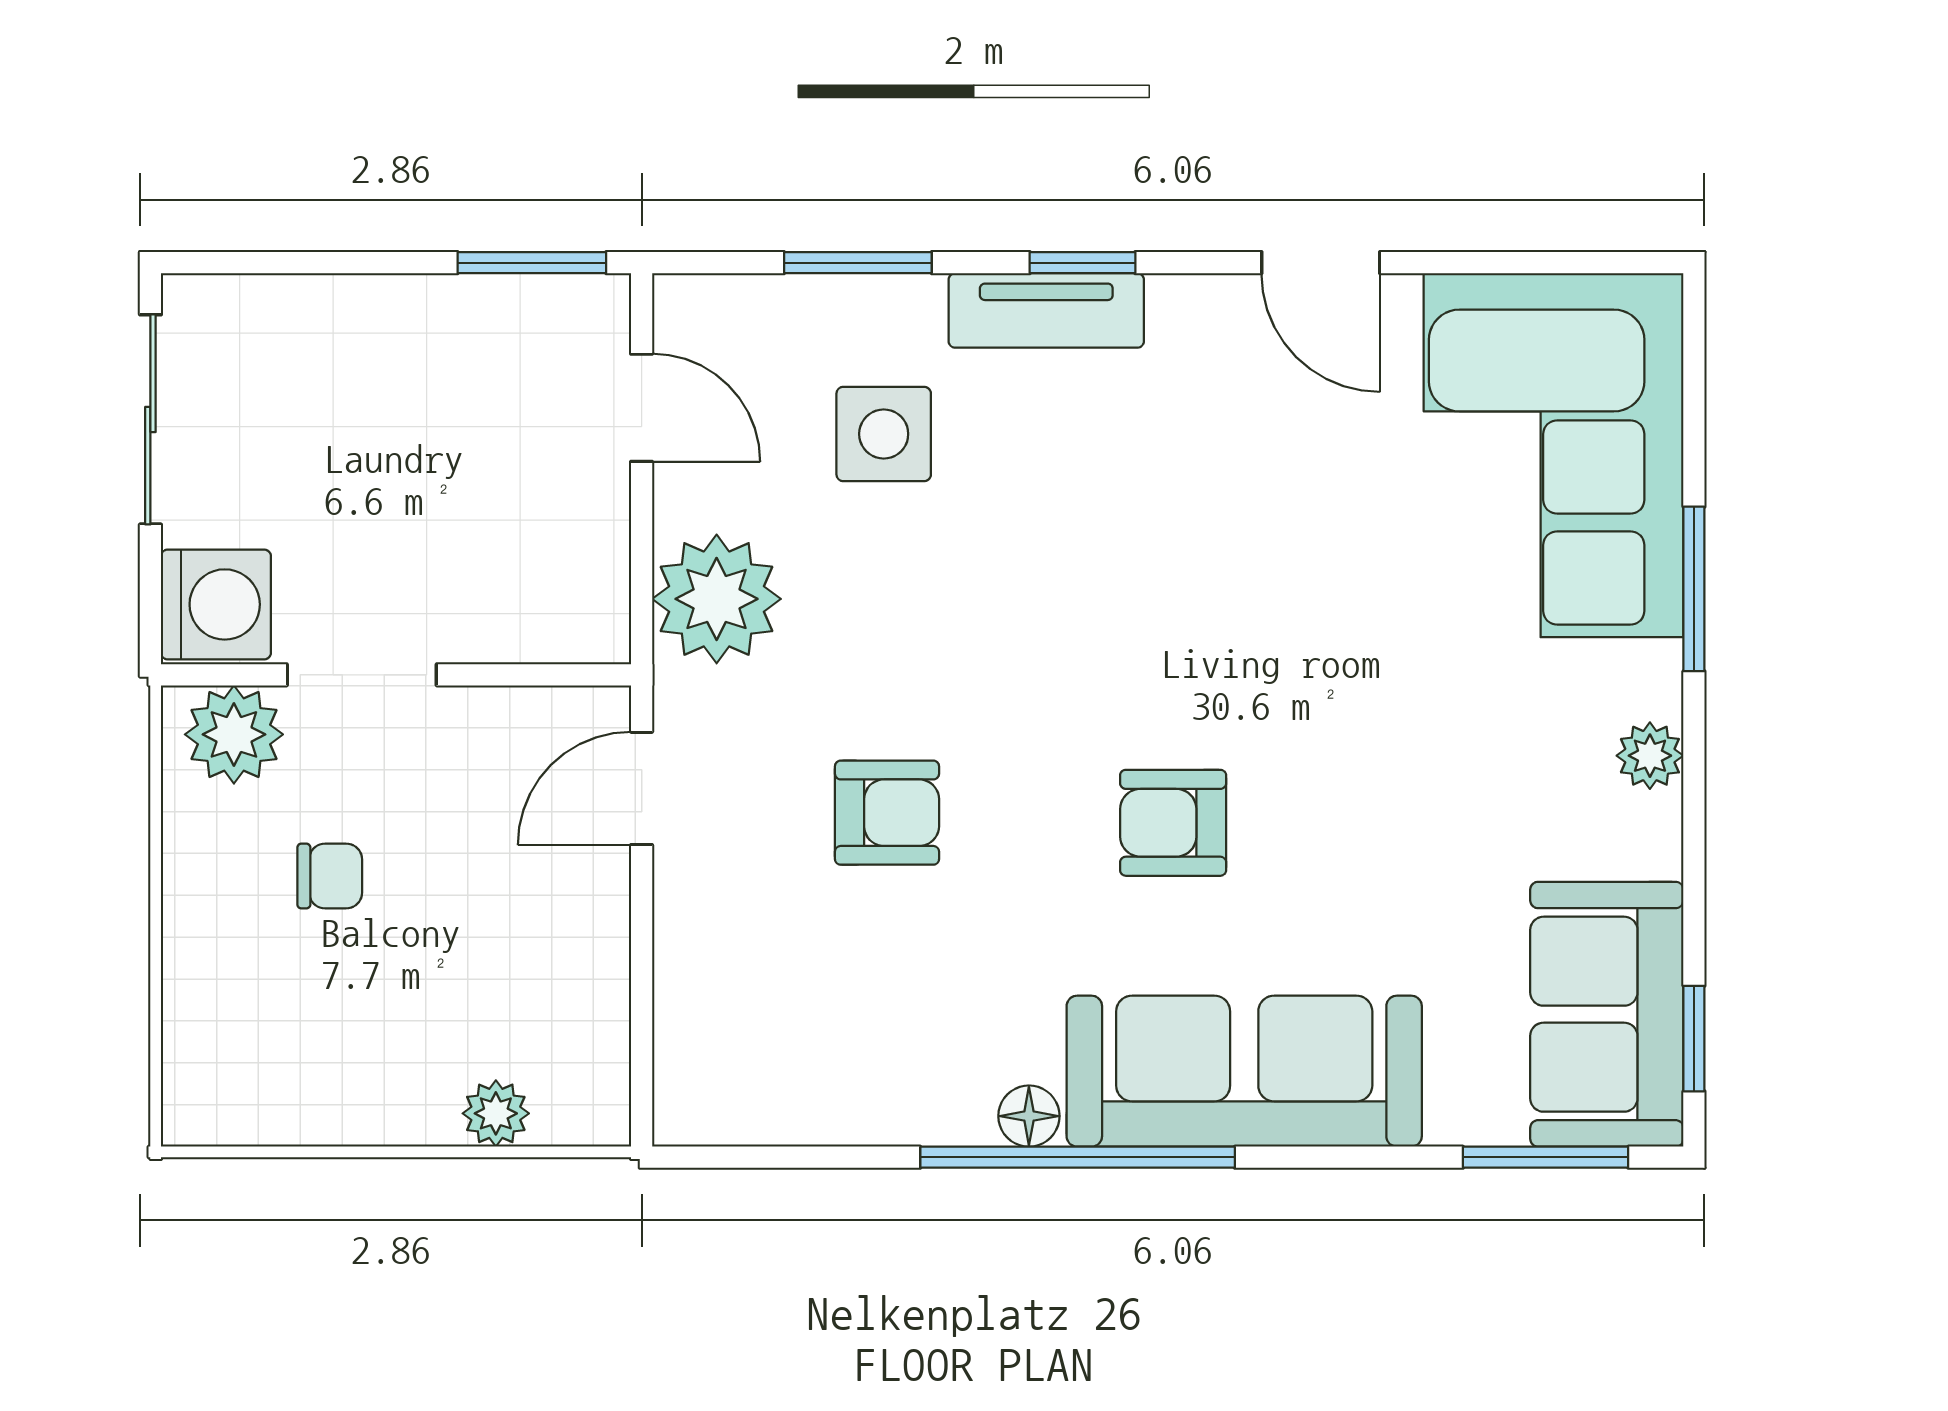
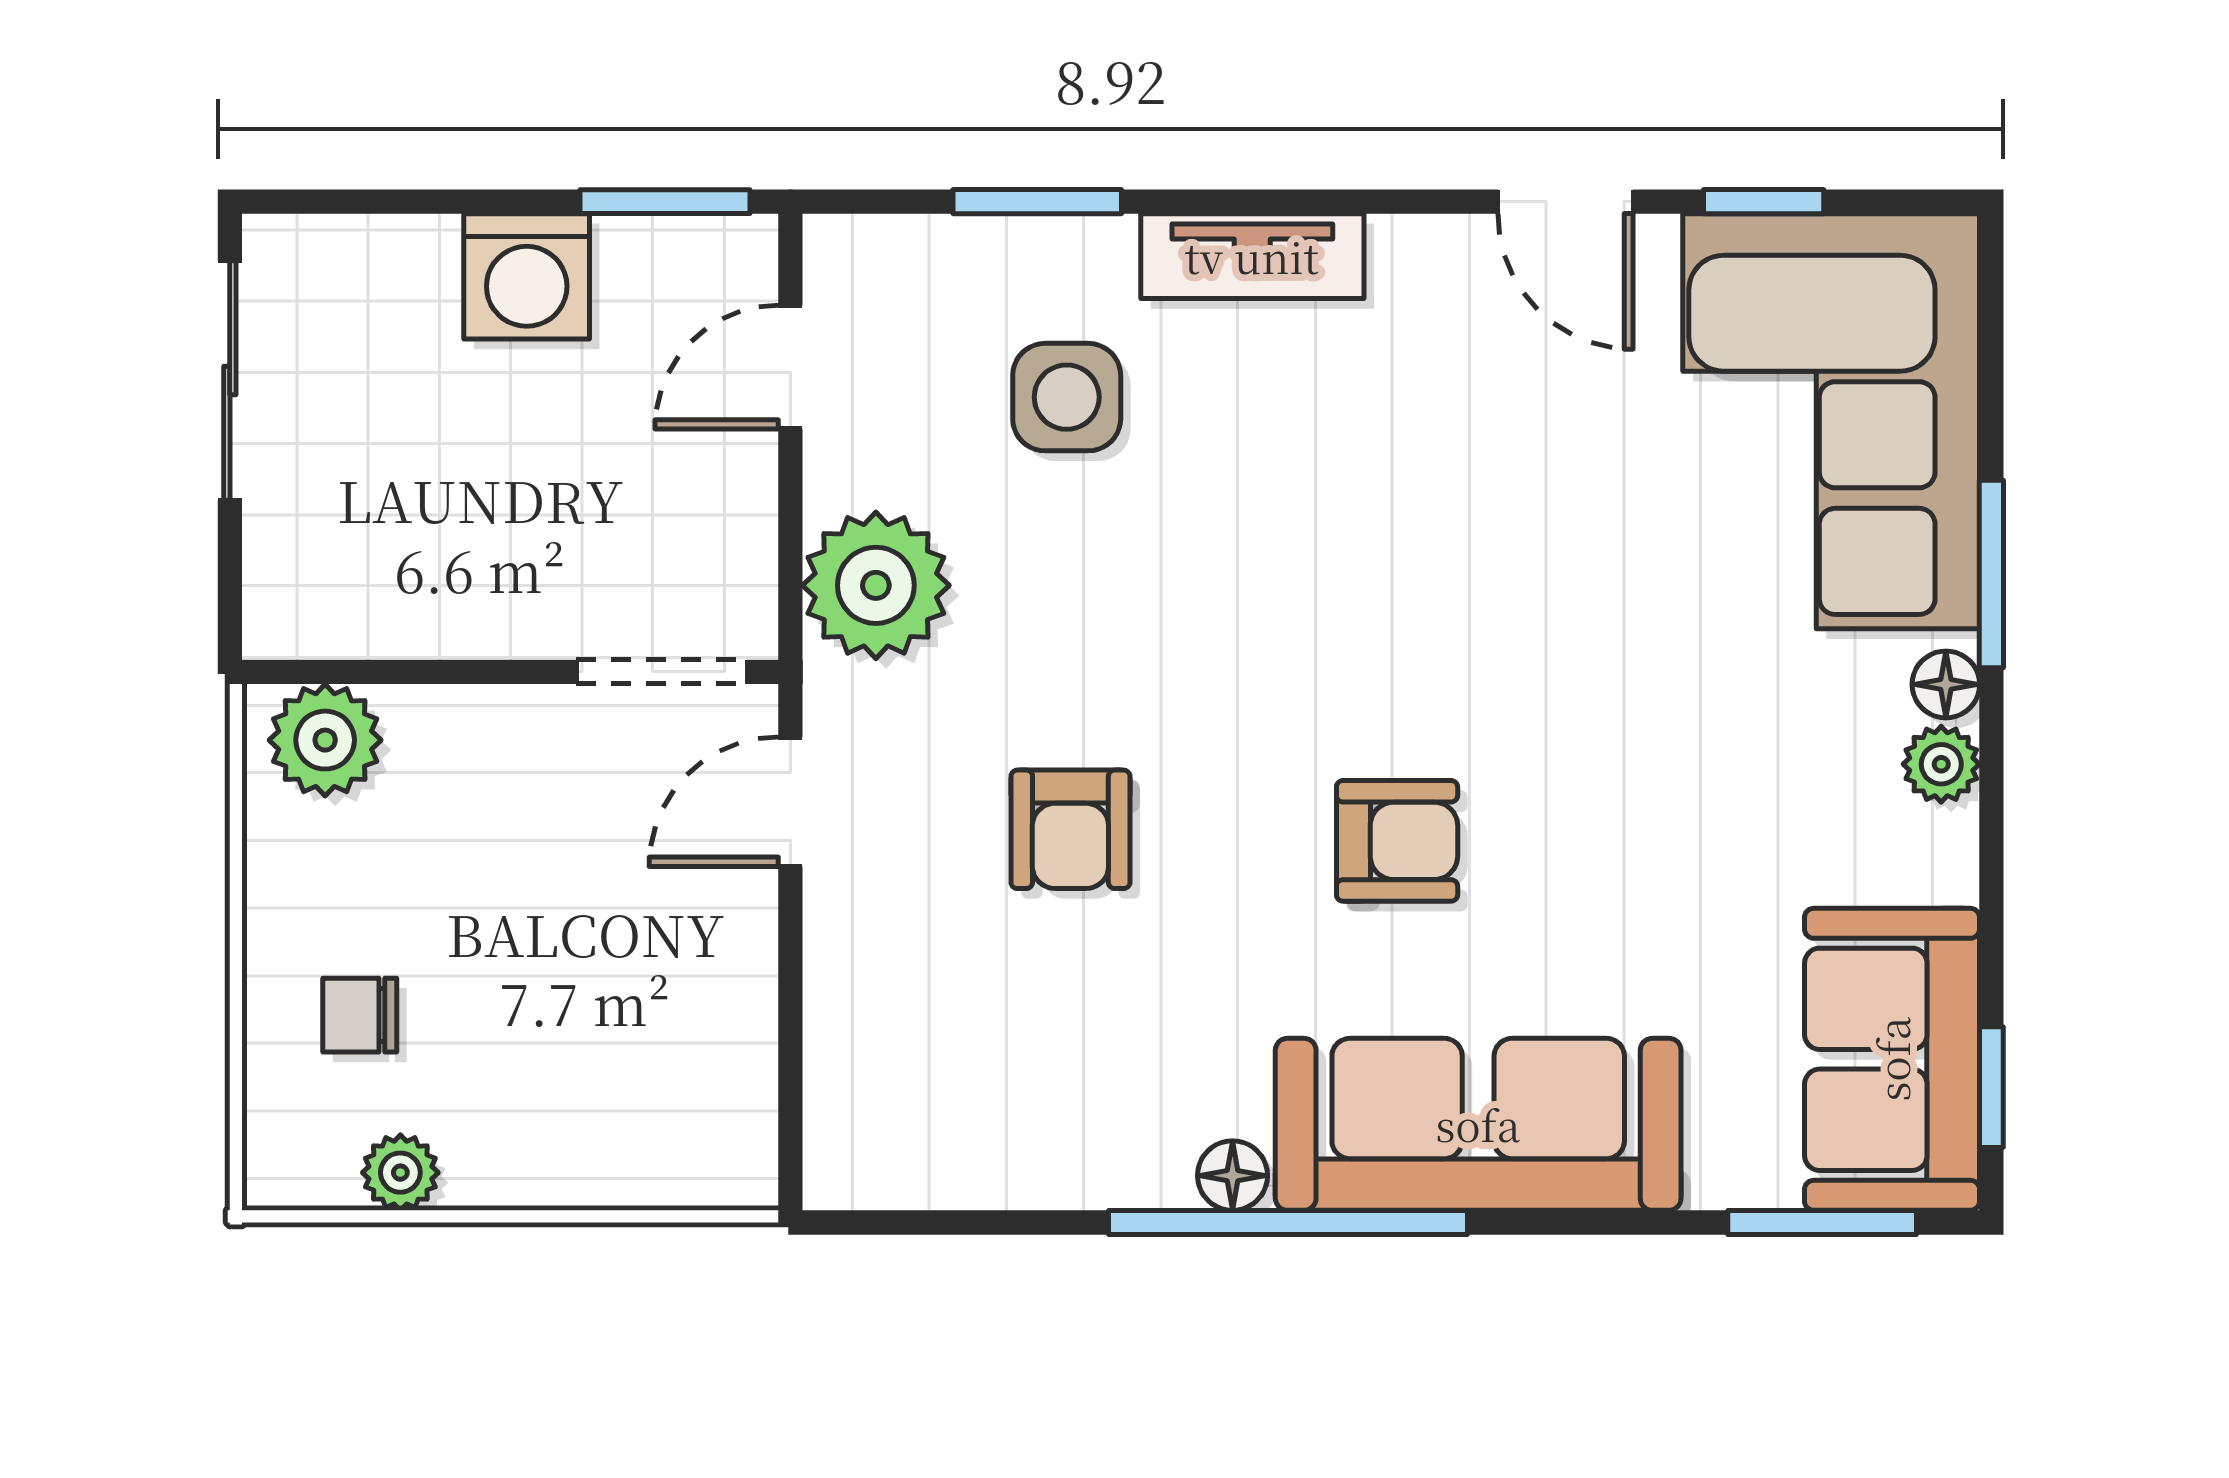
window: (1082, 263) -> (1764, 202), moved
door: (642, 408) -> (790, 367), swing flipped
washing machine: (216, 604) -> (527, 276), moved, turned 90
doorway: (362, 675) -> (662, 672), moved
floor lamp: (1654, 686) -> (1946, 684), added
armchair: (887, 813) -> (1070, 829), turned 90
armchair: (1173, 823) -> (1397, 841), turned 180
chair: (330, 876) -> (360, 1015), moved, turned 180
plant: (496, 1113) -> (400, 1173), moved

